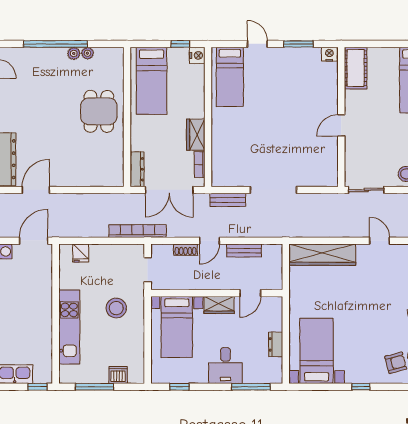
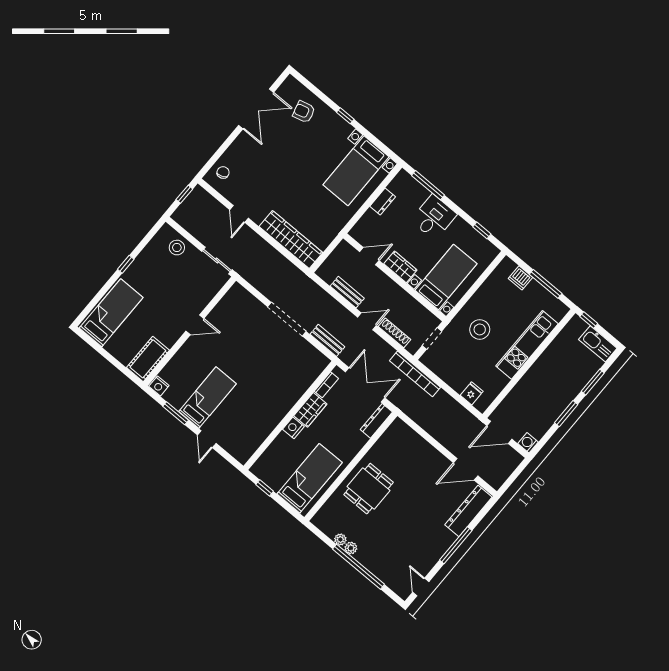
nightstand: (197, 55) -> (293, 428), moved
bed: (230, 77) -> (207, 398), moved
shoe rack: (186, 250) -> (394, 333), width x1.43

